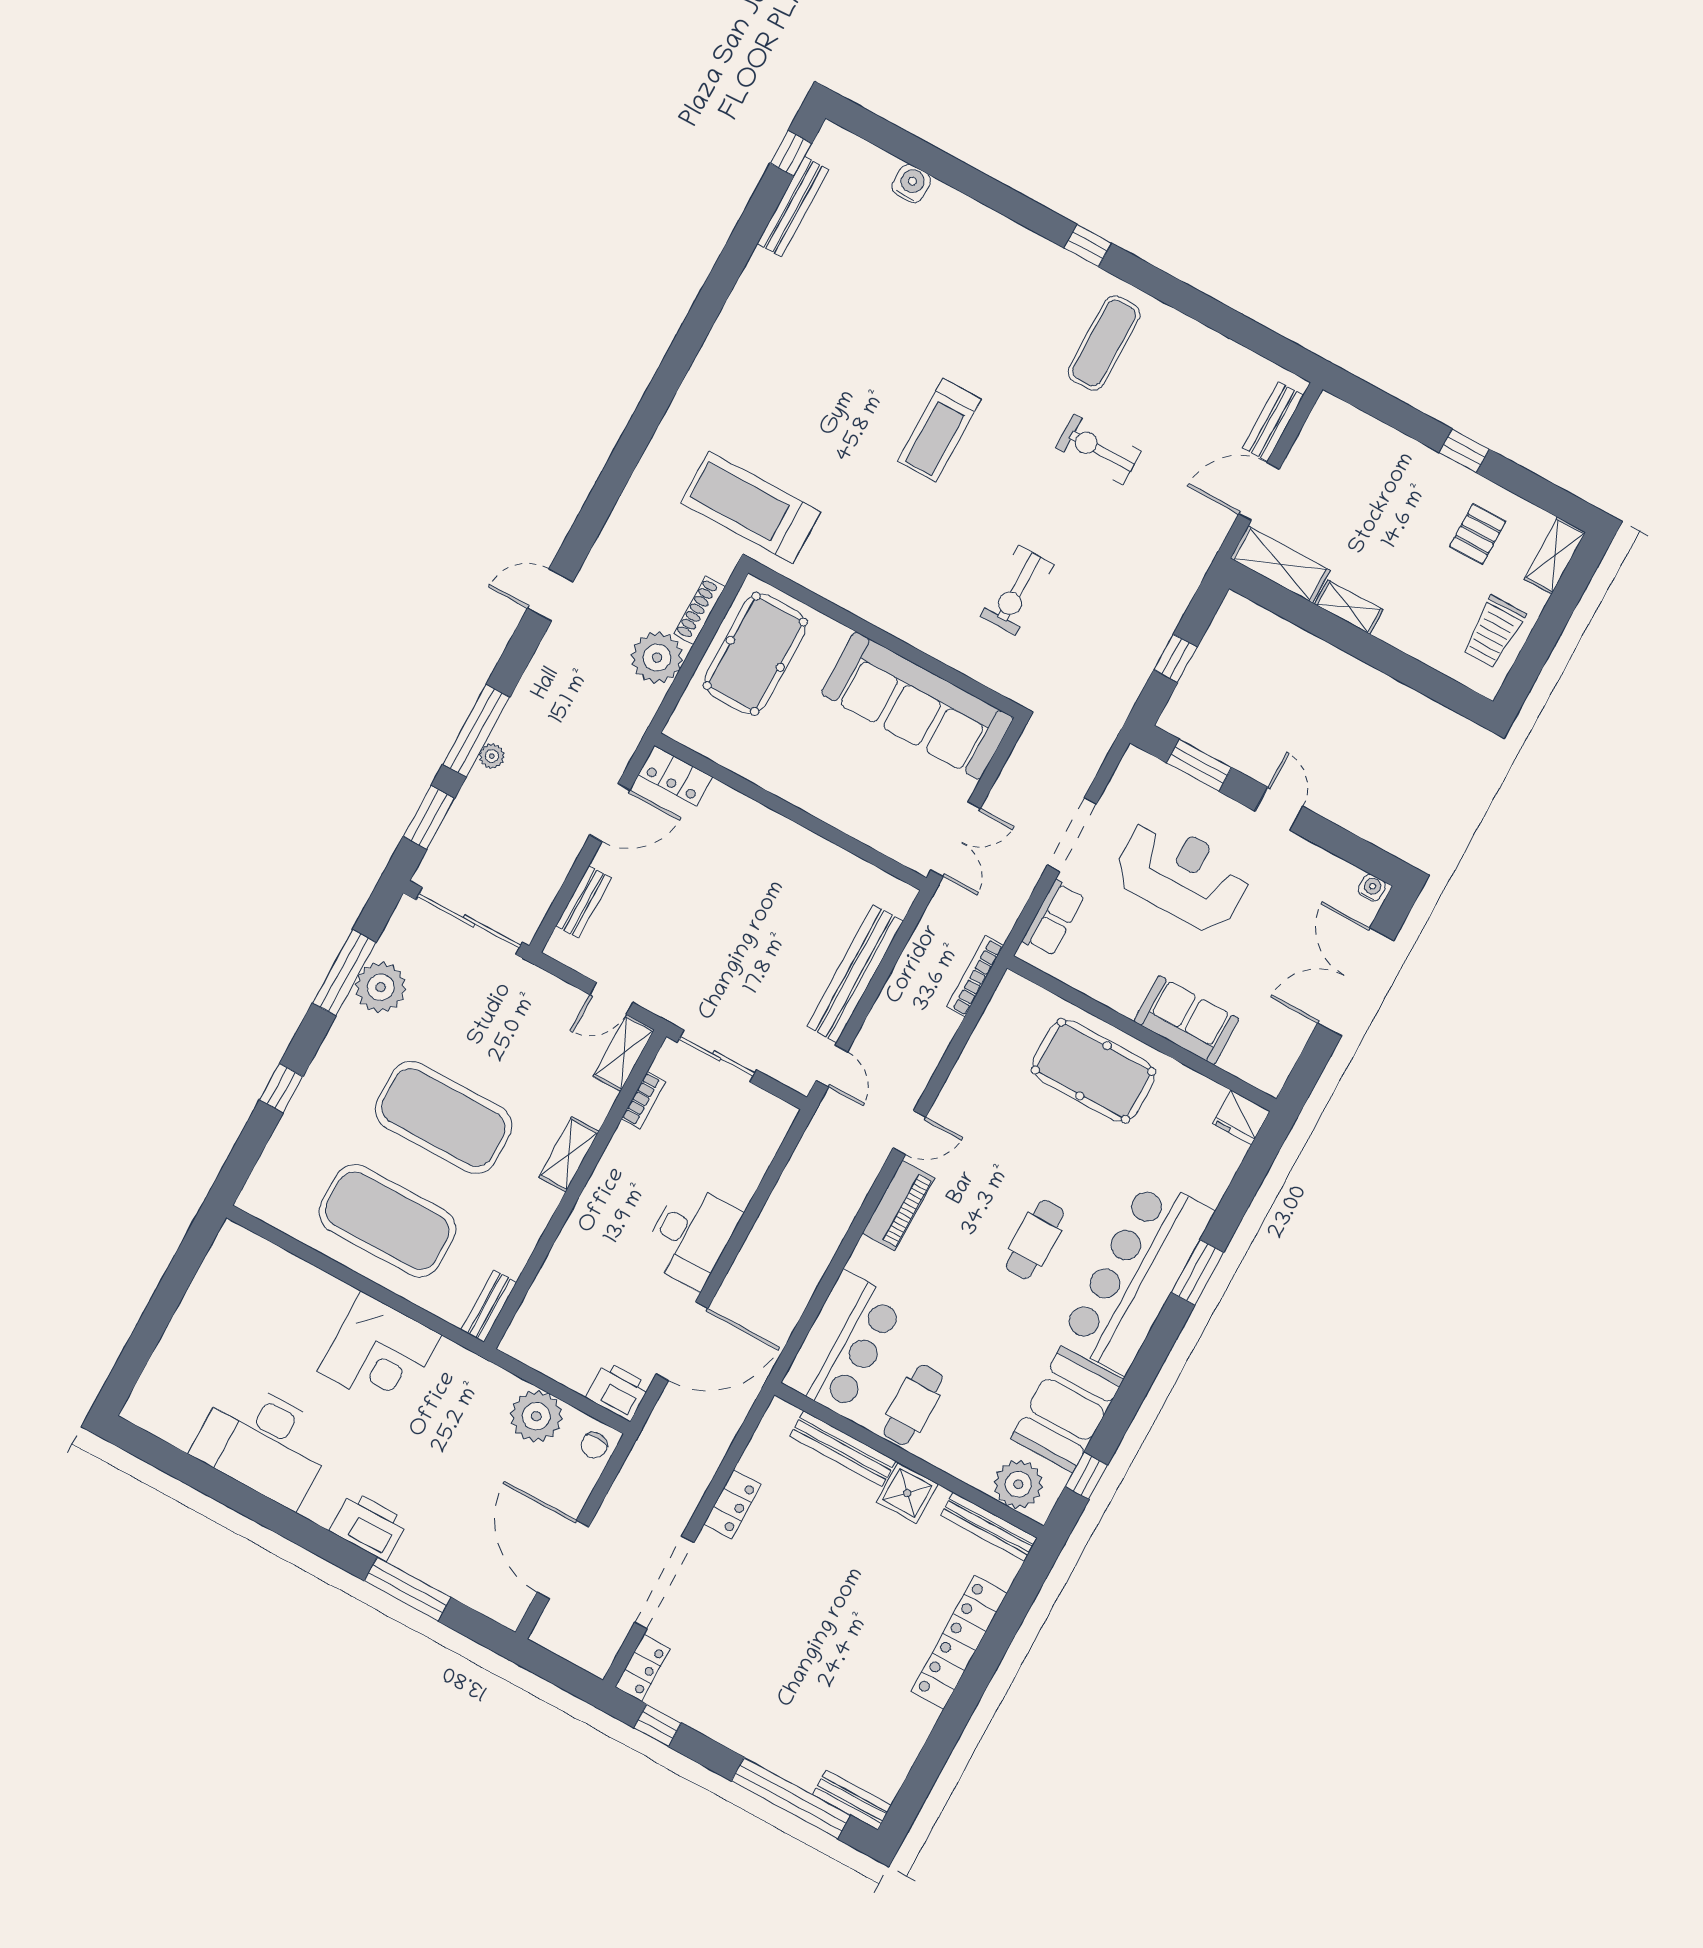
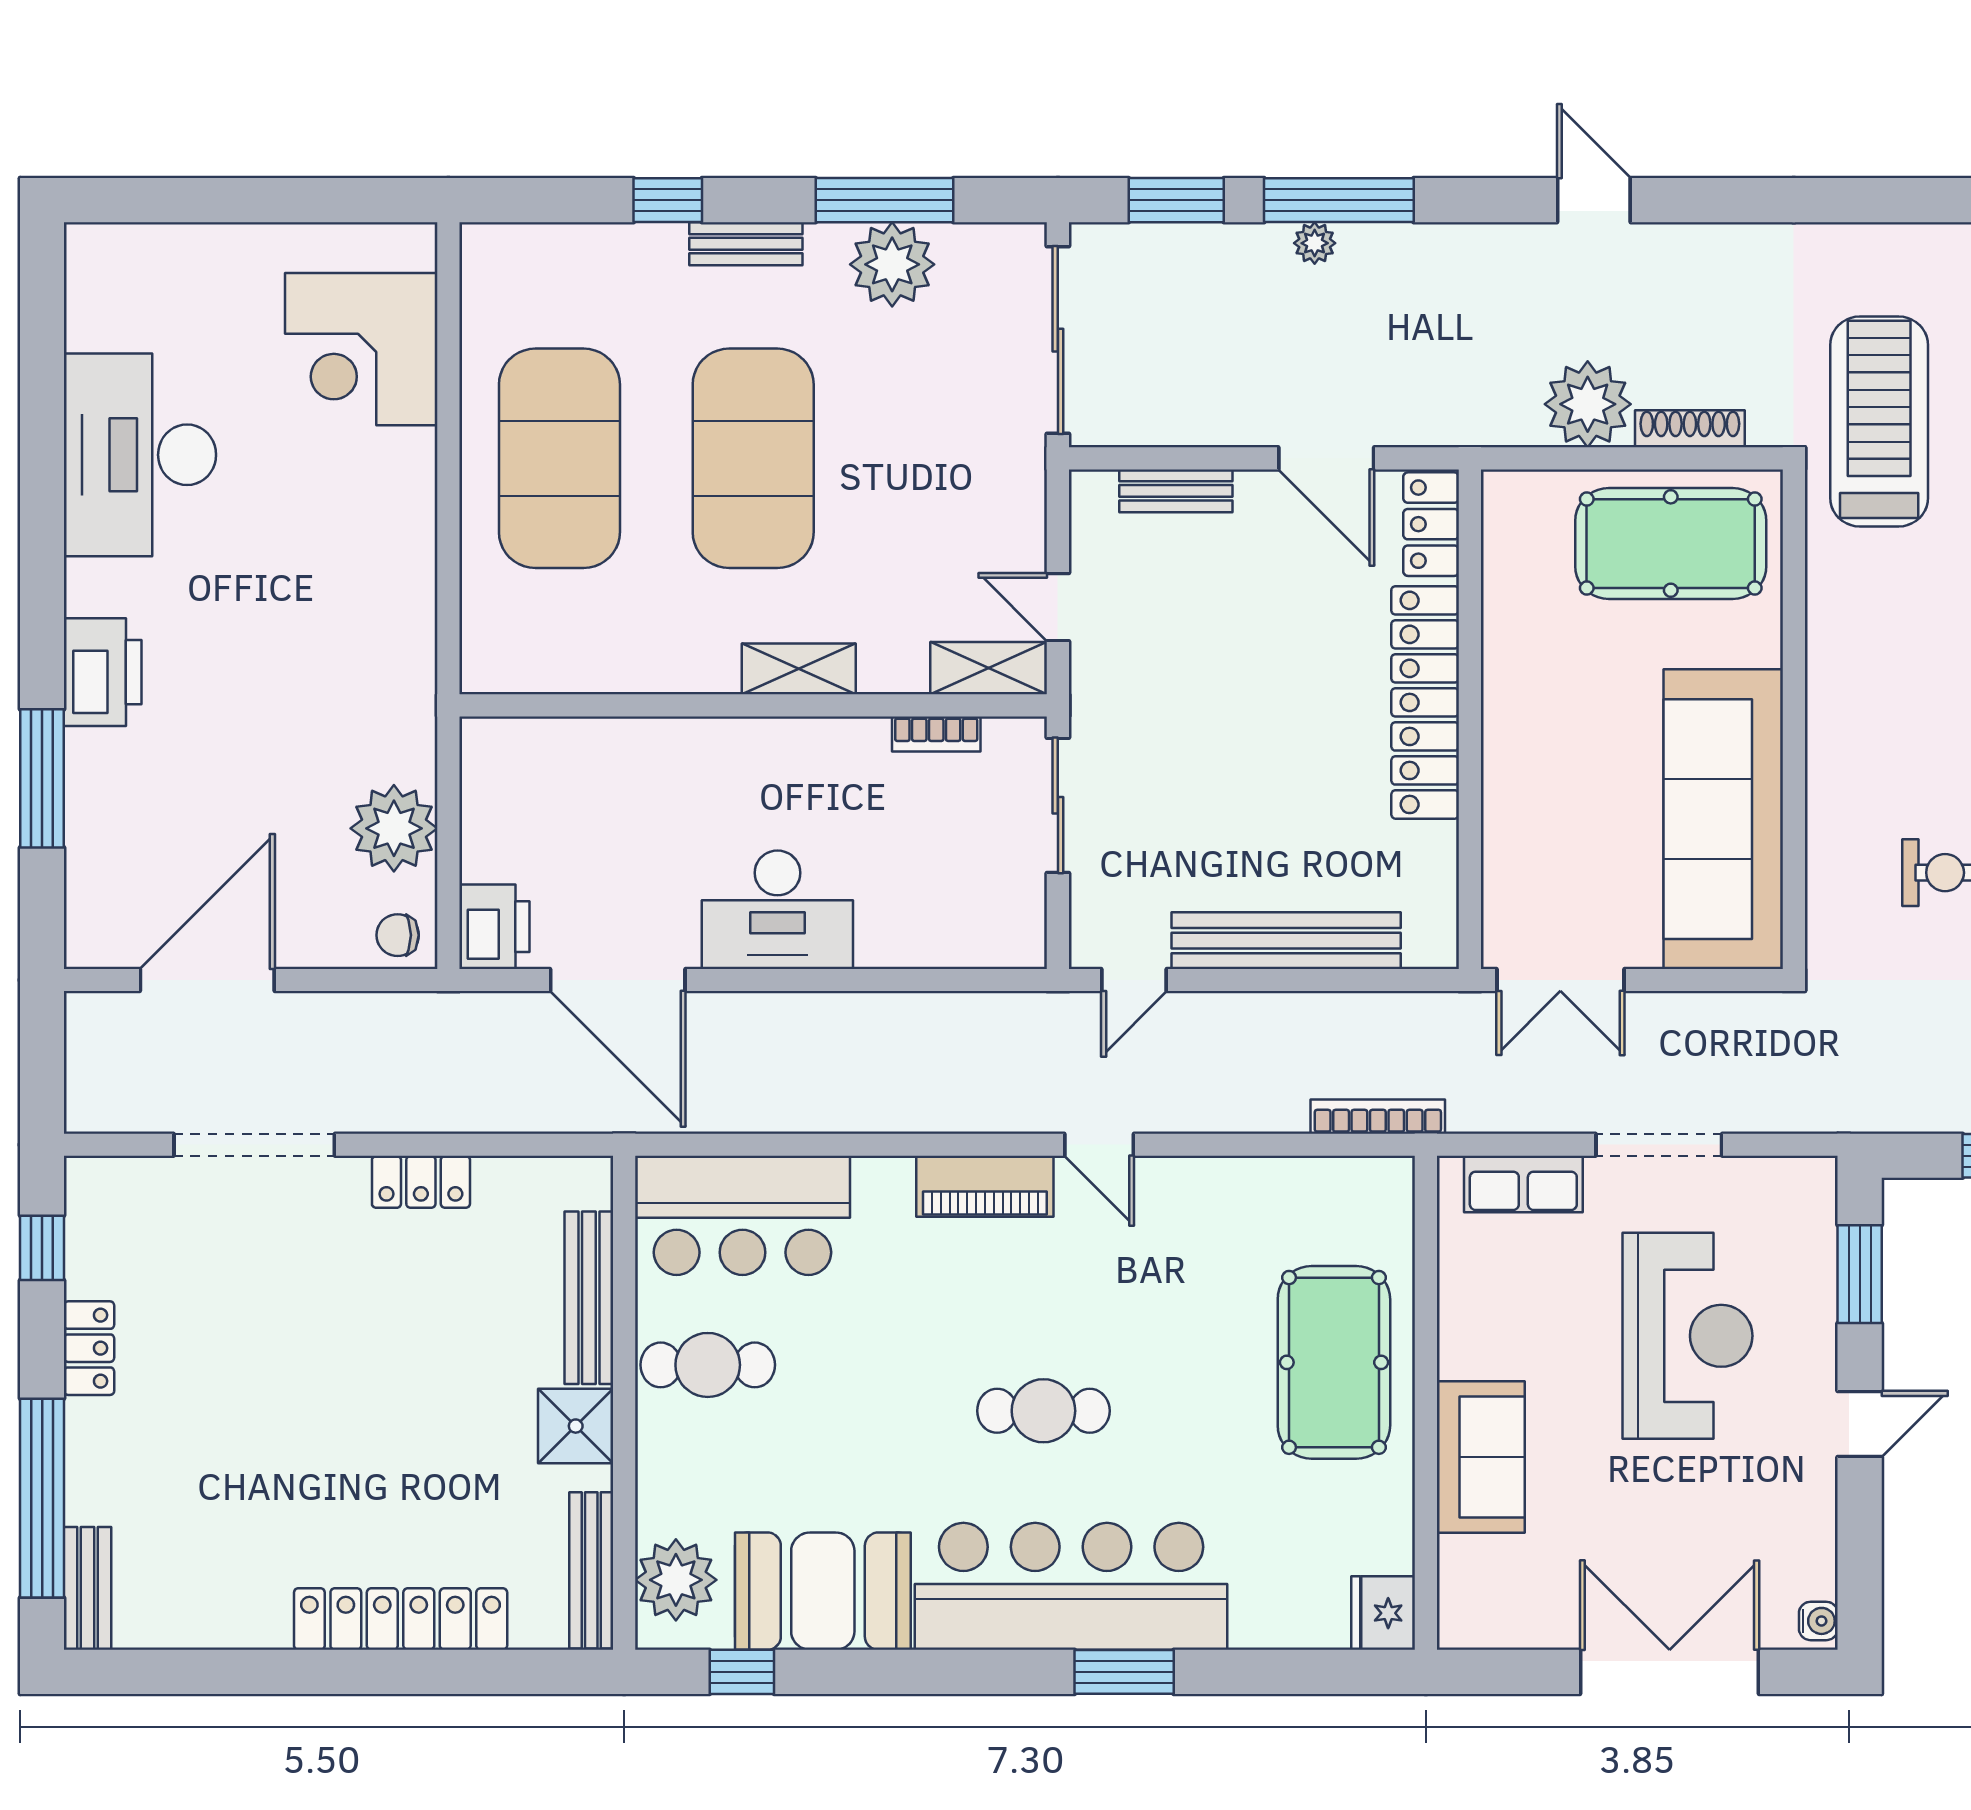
locker: (769, 831) -> (1425, 702), added
bench: (489, 1306) -> (746, 244), moved
corner desk: (379, 1353) -> (361, 349), moved
locker: (643, 1668) -> (89, 1348), moved, turned -90

